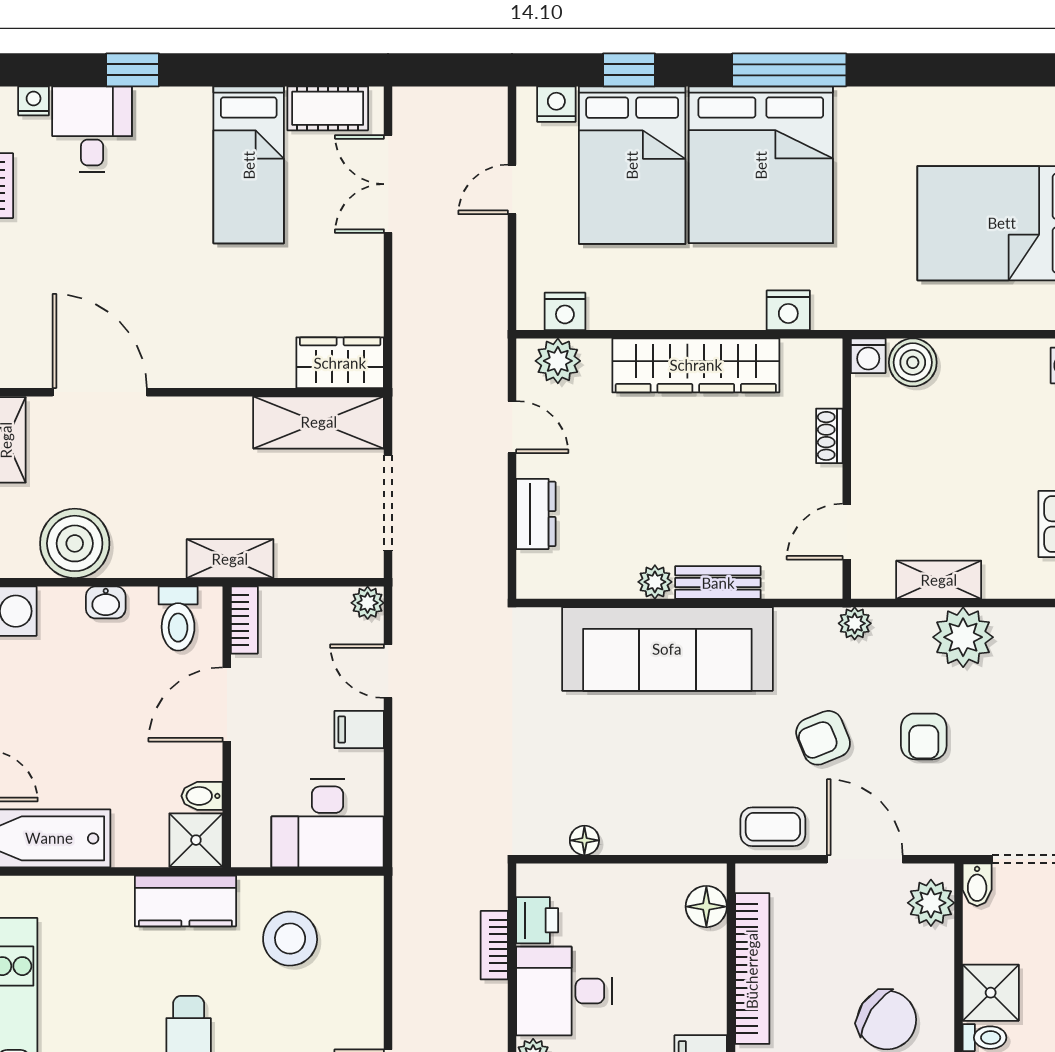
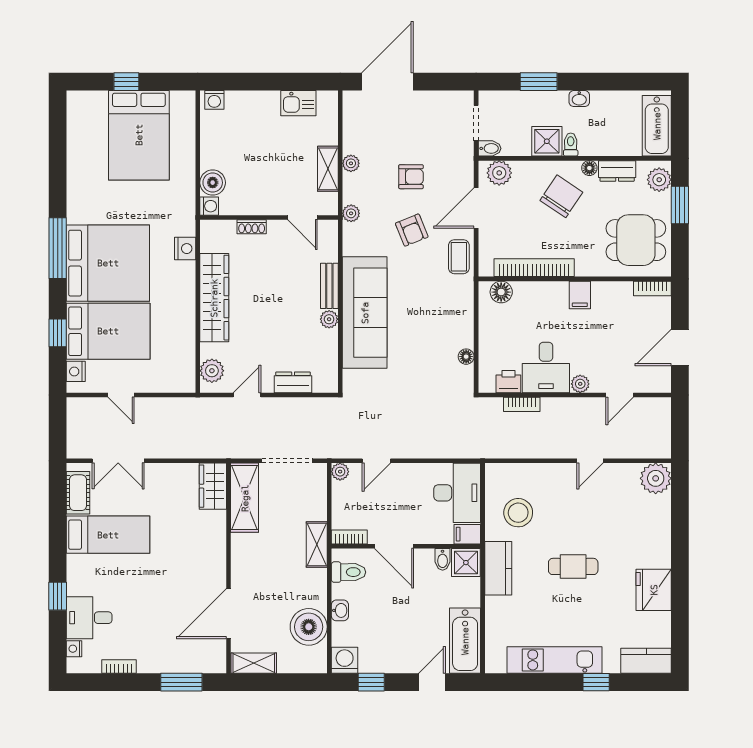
nightstand: (565, 311) -> (186, 367), removed
plant: (963, 637) -> (351, 163), width x0.53, depth x0.53
filing cabinet: (359, 729) -> (467, 534), moved, turned 90

